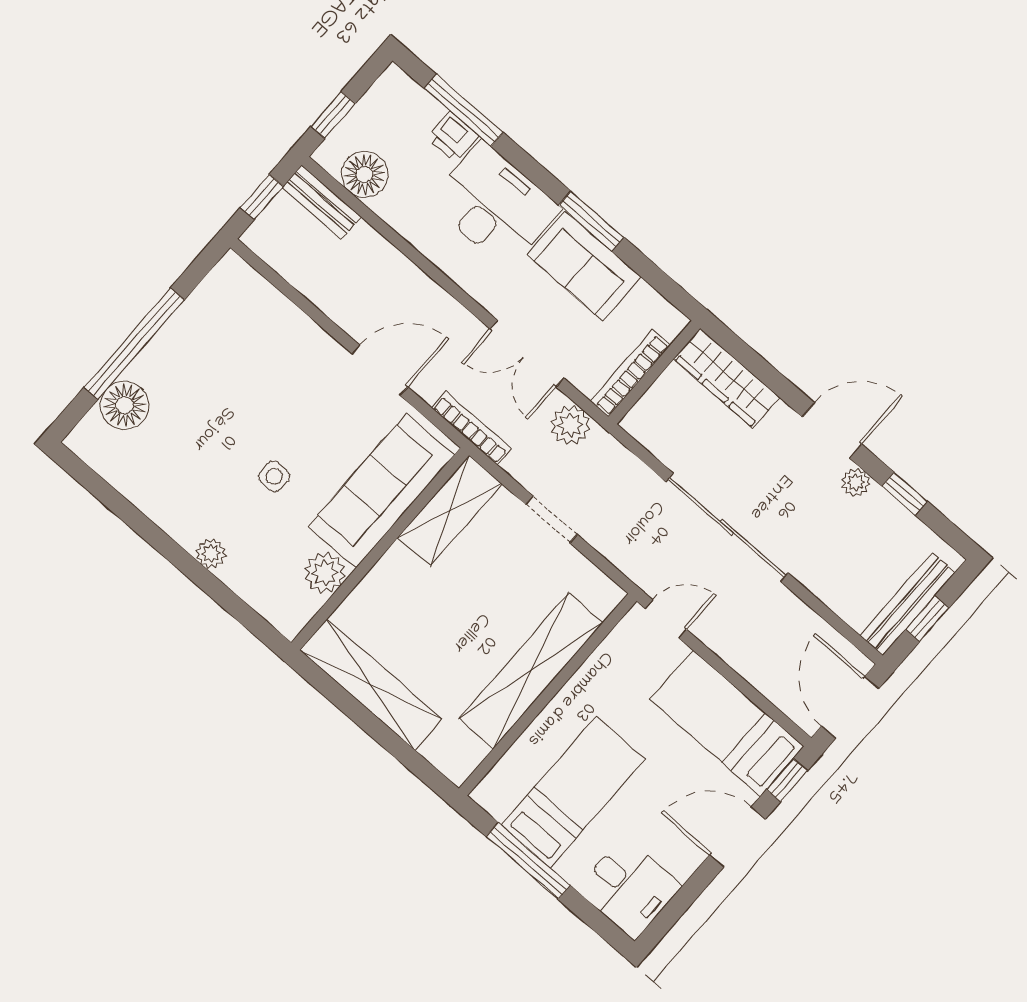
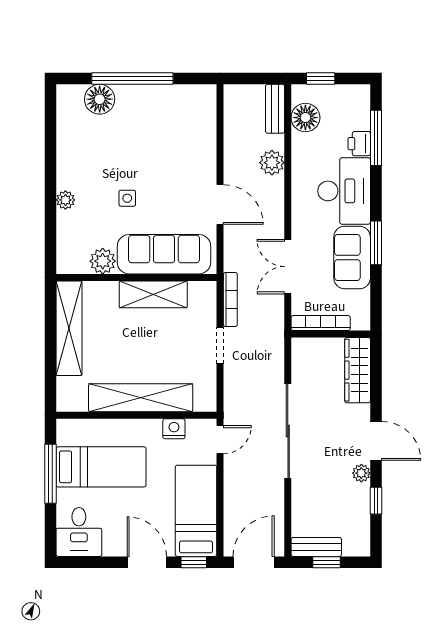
window: (262, 197) -> (253, 79), removed
plant: (570, 425) -> (272, 163), moved
bookcase: (472, 428) -> (230, 299), moved
shelving: (450, 511) -> (153, 294), moved
bench: (907, 604) -> (316, 547), width x0.73
door: (666, 619) -> (220, 440), hinge flipped
nightstand: (604, 663) -> (174, 429), added

